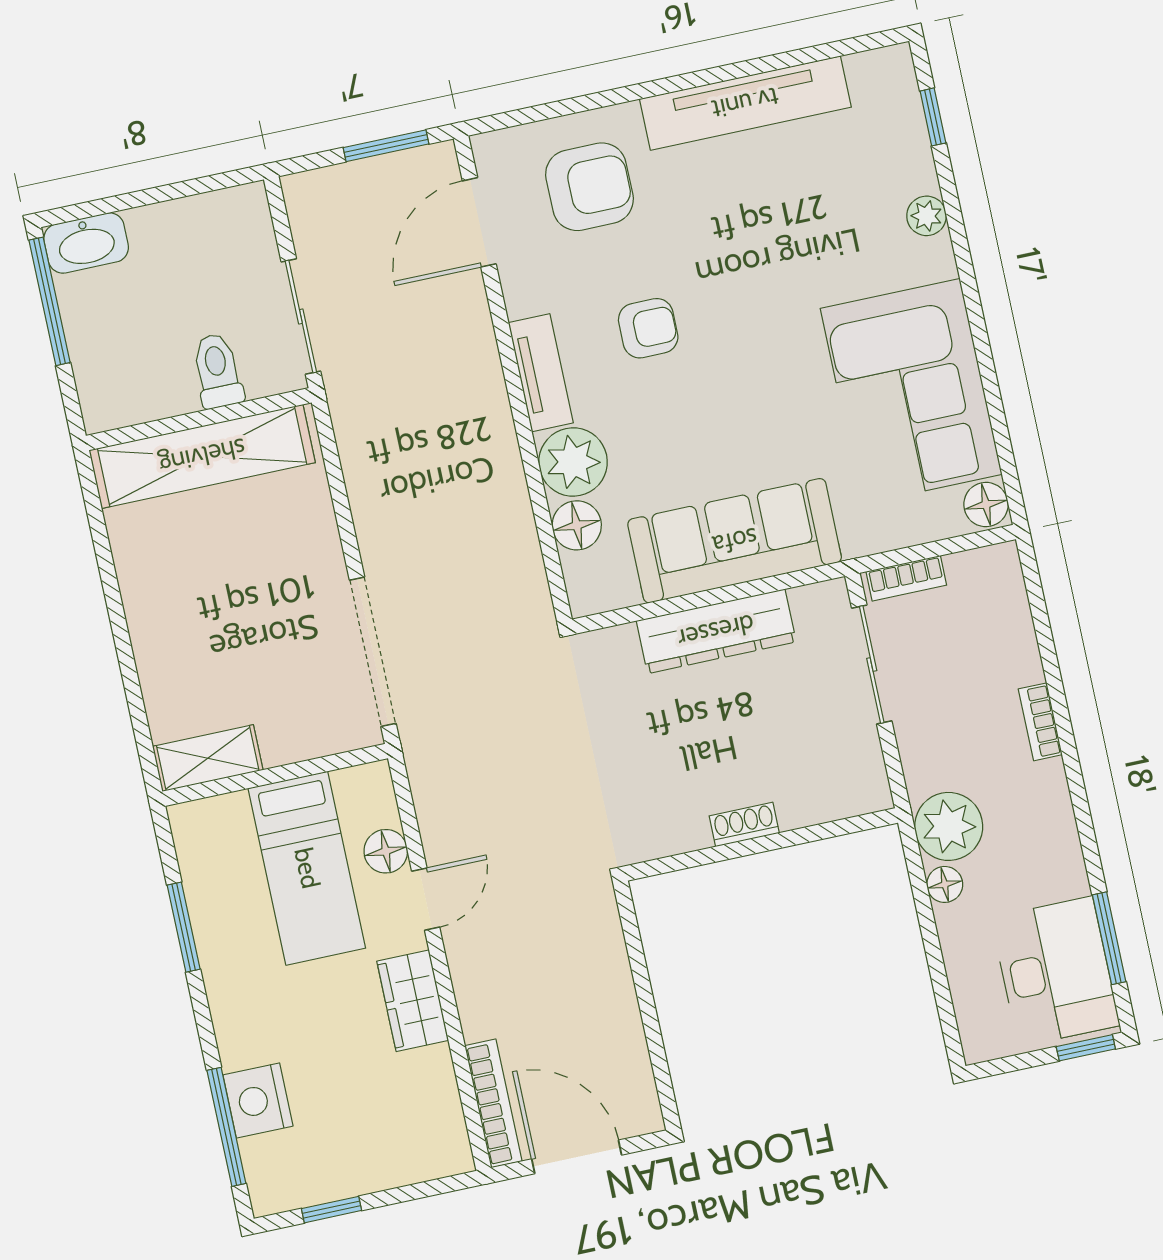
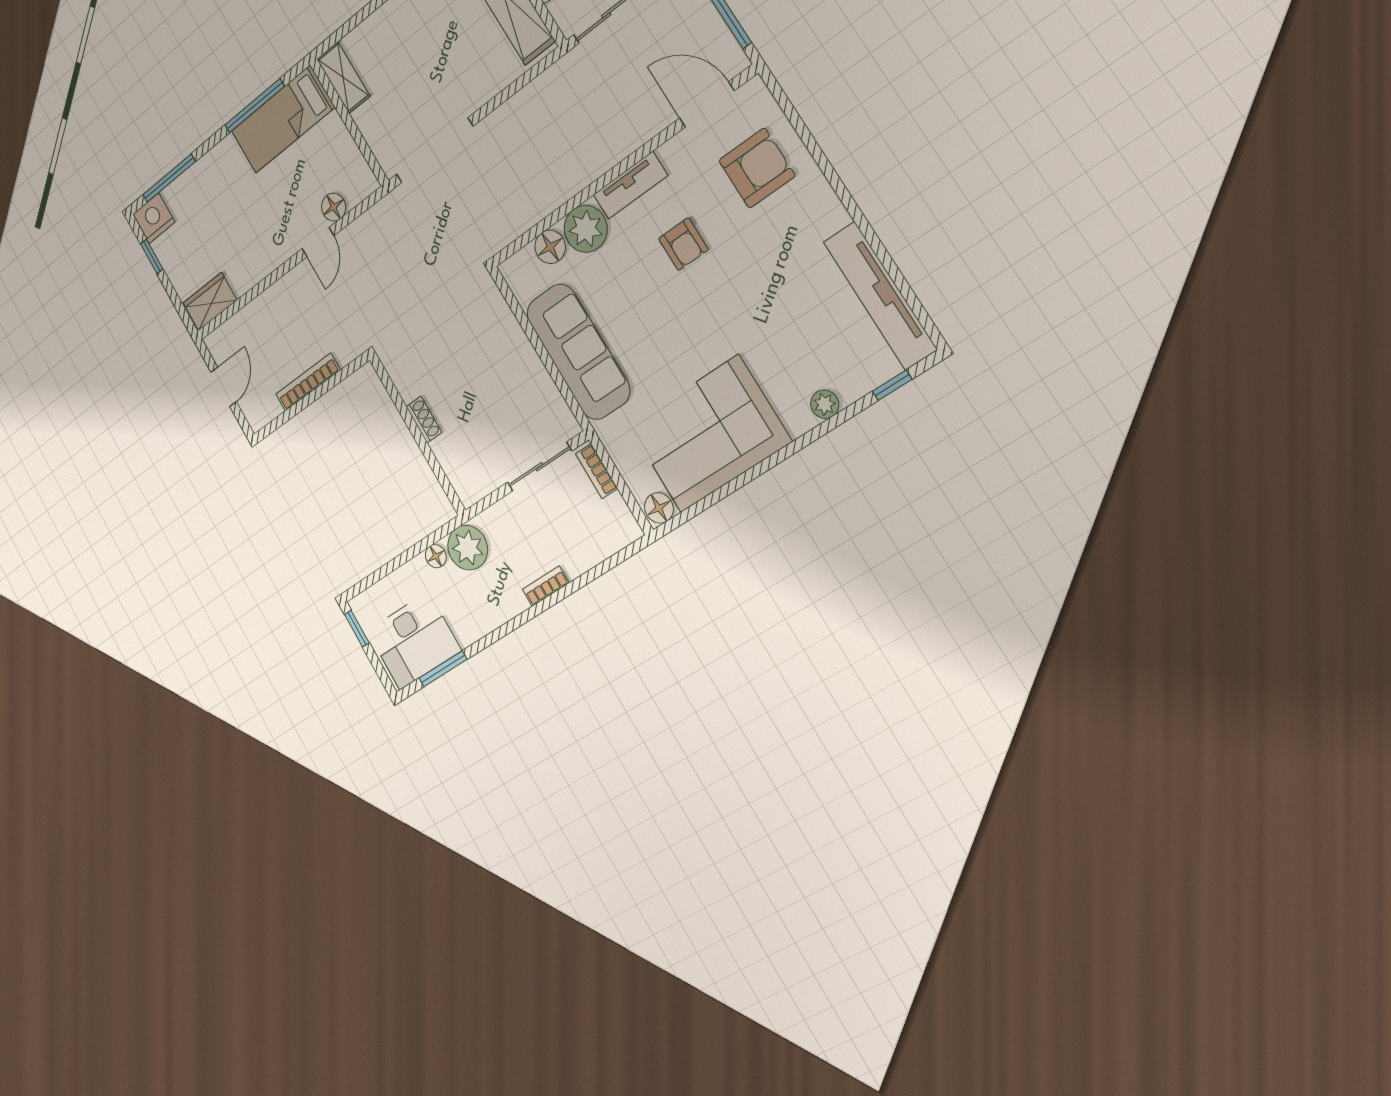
tv unit: (745, 103) -> (880, 295), moved
armchair: (589, 187) -> (757, 168), turned -90
dresser: (716, 631) -> (523, 360), removed
bed: (307, 868) -> (283, 119), moved
door: (426, 899) -> (318, 242), hinge flipped
window: (184, 927) -> (255, 106), width x1.44
wardrobe: (413, 1001) -> (210, 301), moved
window: (1086, 1048) -> (357, 629), moved
nightstand: (258, 1100) -> (154, 218), moved
bookcase: (493, 1103) -> (308, 382), moved, turned 180
door: (577, 1157) -> (224, 387), width x0.73

